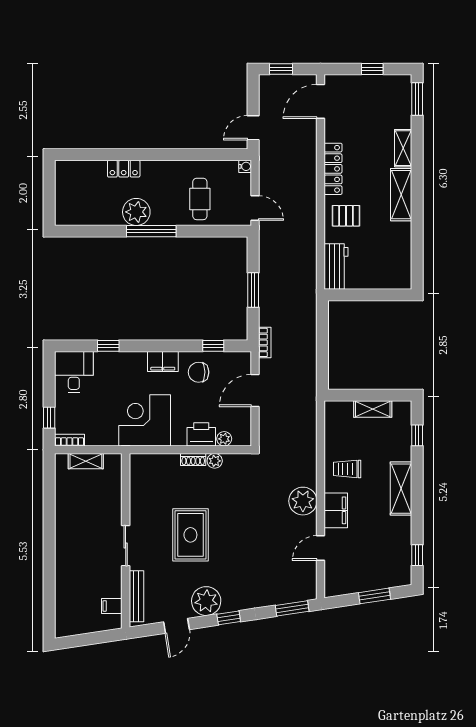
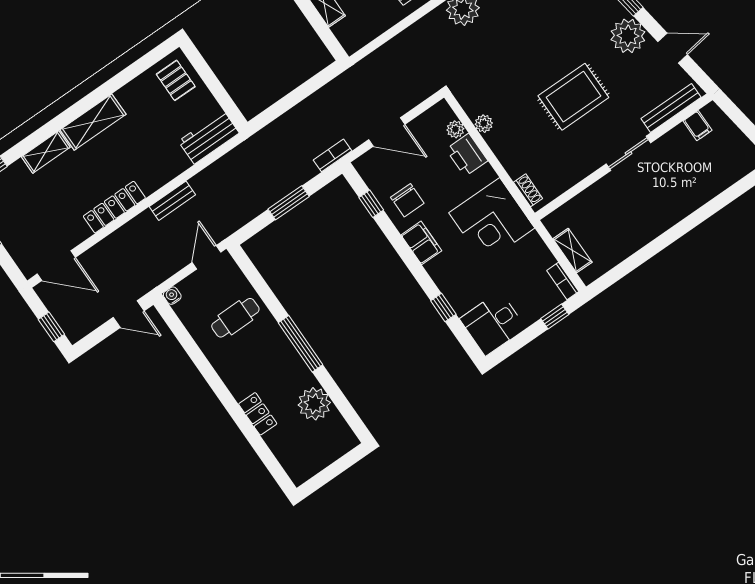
plant: (136, 212) -> (314, 404), moved
bench: (310, 212) -> (172, 201), added
pallet: (346, 216) -> (176, 80), moved
shoe rack: (193, 459) -> (528, 190), moved

